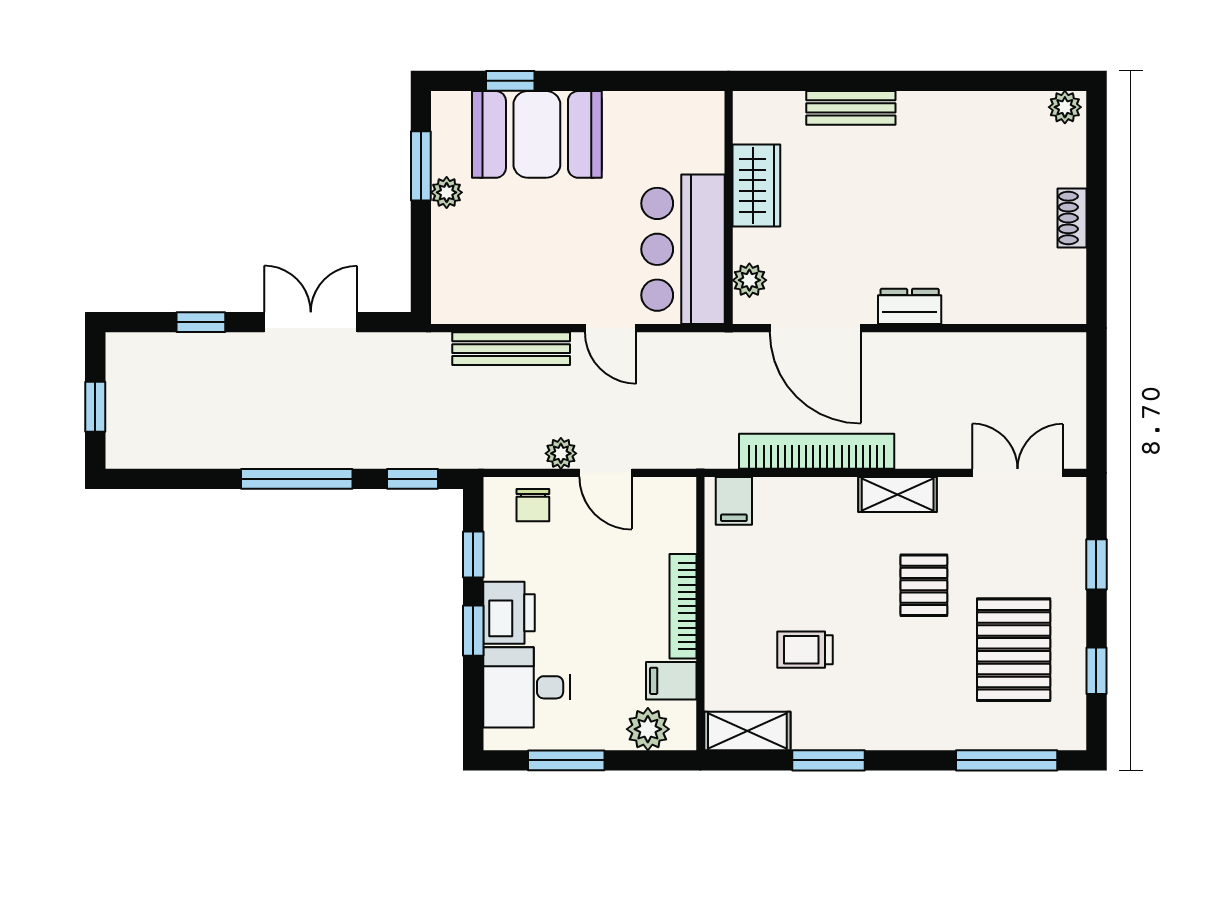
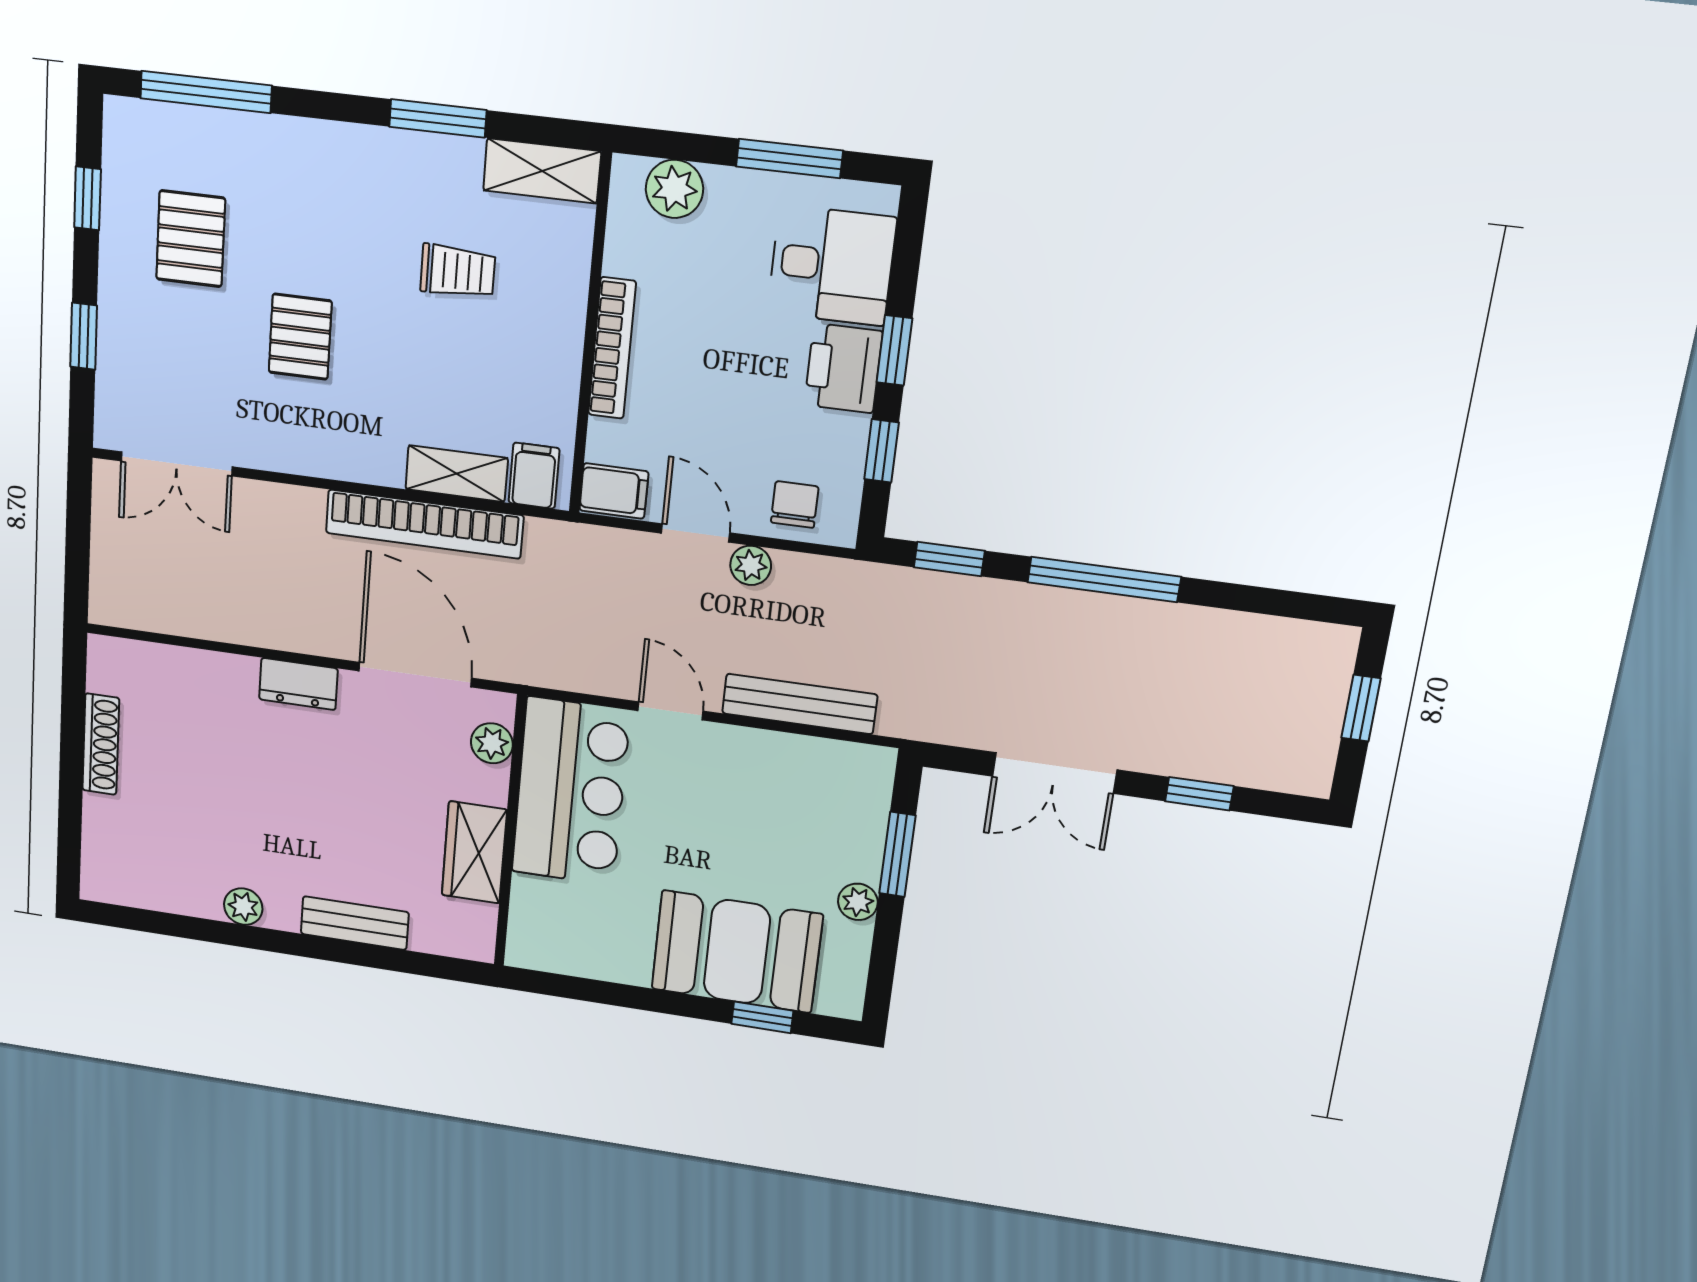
plant: (1065, 107) -> (243, 907), moved
window: (421, 166) -> (897, 854), moved
shoe rack: (1072, 218) -> (101, 744), width x1.43
shelving: (898, 495) -> (457, 474), moved
pallet: (1014, 650) -> (191, 239), width x0.67, depth x0.71
filing cabinet: (671, 681) -> (614, 491), moved

